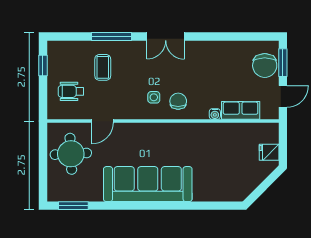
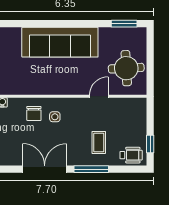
double door: (166, 37) -> (45, 169), width x1.37
wheelchair: (71, 91) -> (131, 155), moved

